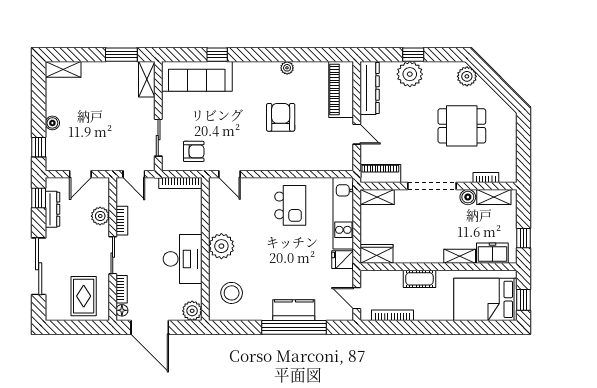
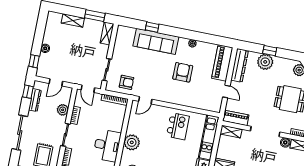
shelving: (63, 69) -> (73, 20), moved
sofa: (197, 76) -> (156, 41), moved
door: (229, 174) -> (145, 100), hinge flipped

